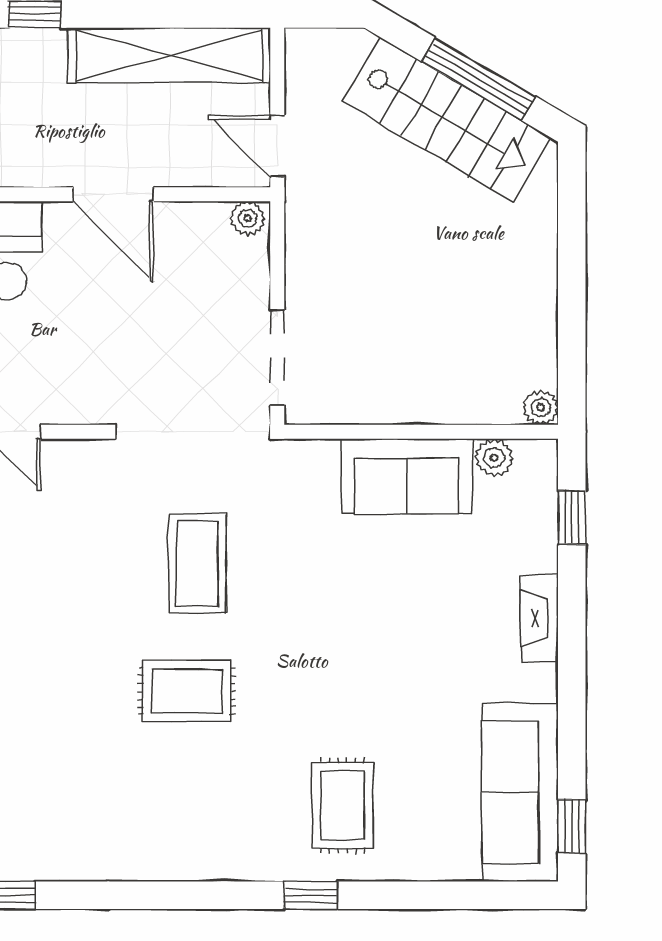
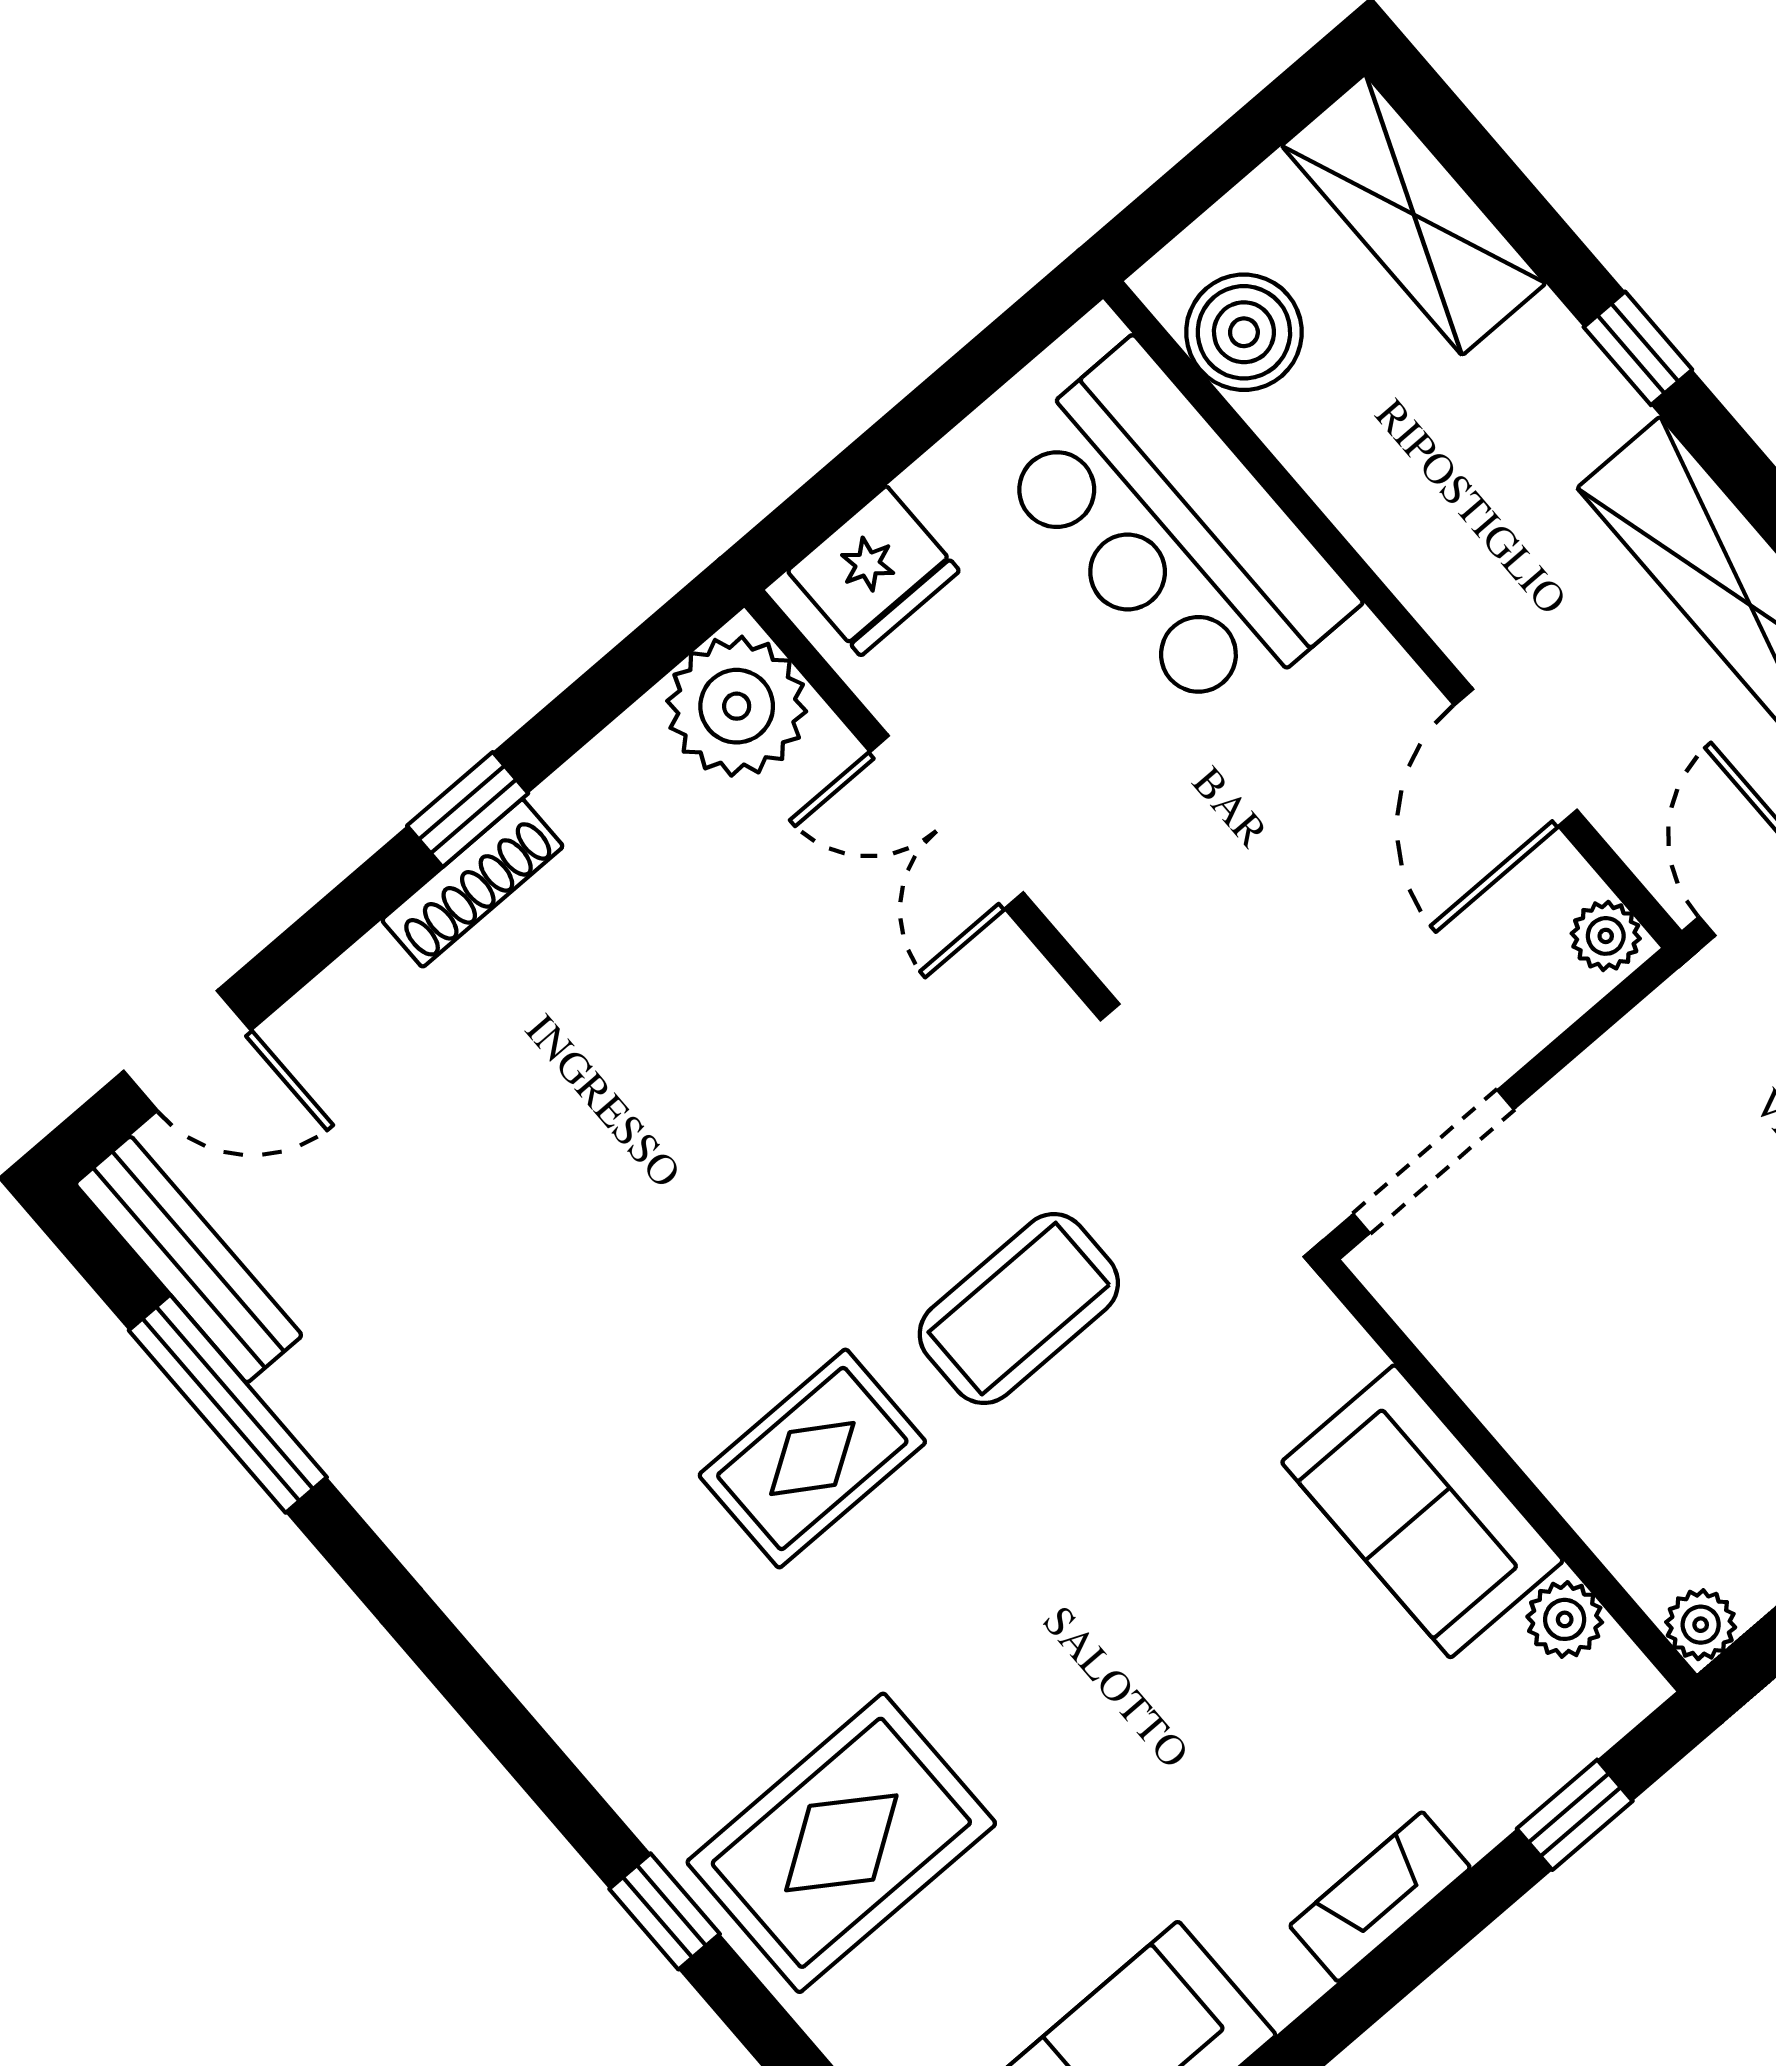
door: (113, 194) -> (1516, 758), moved
rug: (187, 691) -> (812, 1459), turned 90
rug: (343, 806) -> (841, 1843), width x1.36, depth x1.43

